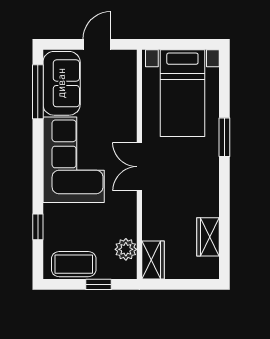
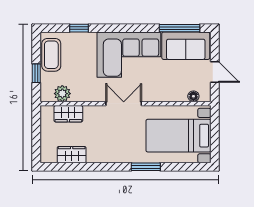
floor lamp: (130, 73) -> (193, 96), added
wardrobe: (153, 260) -> (68, 114), moved

